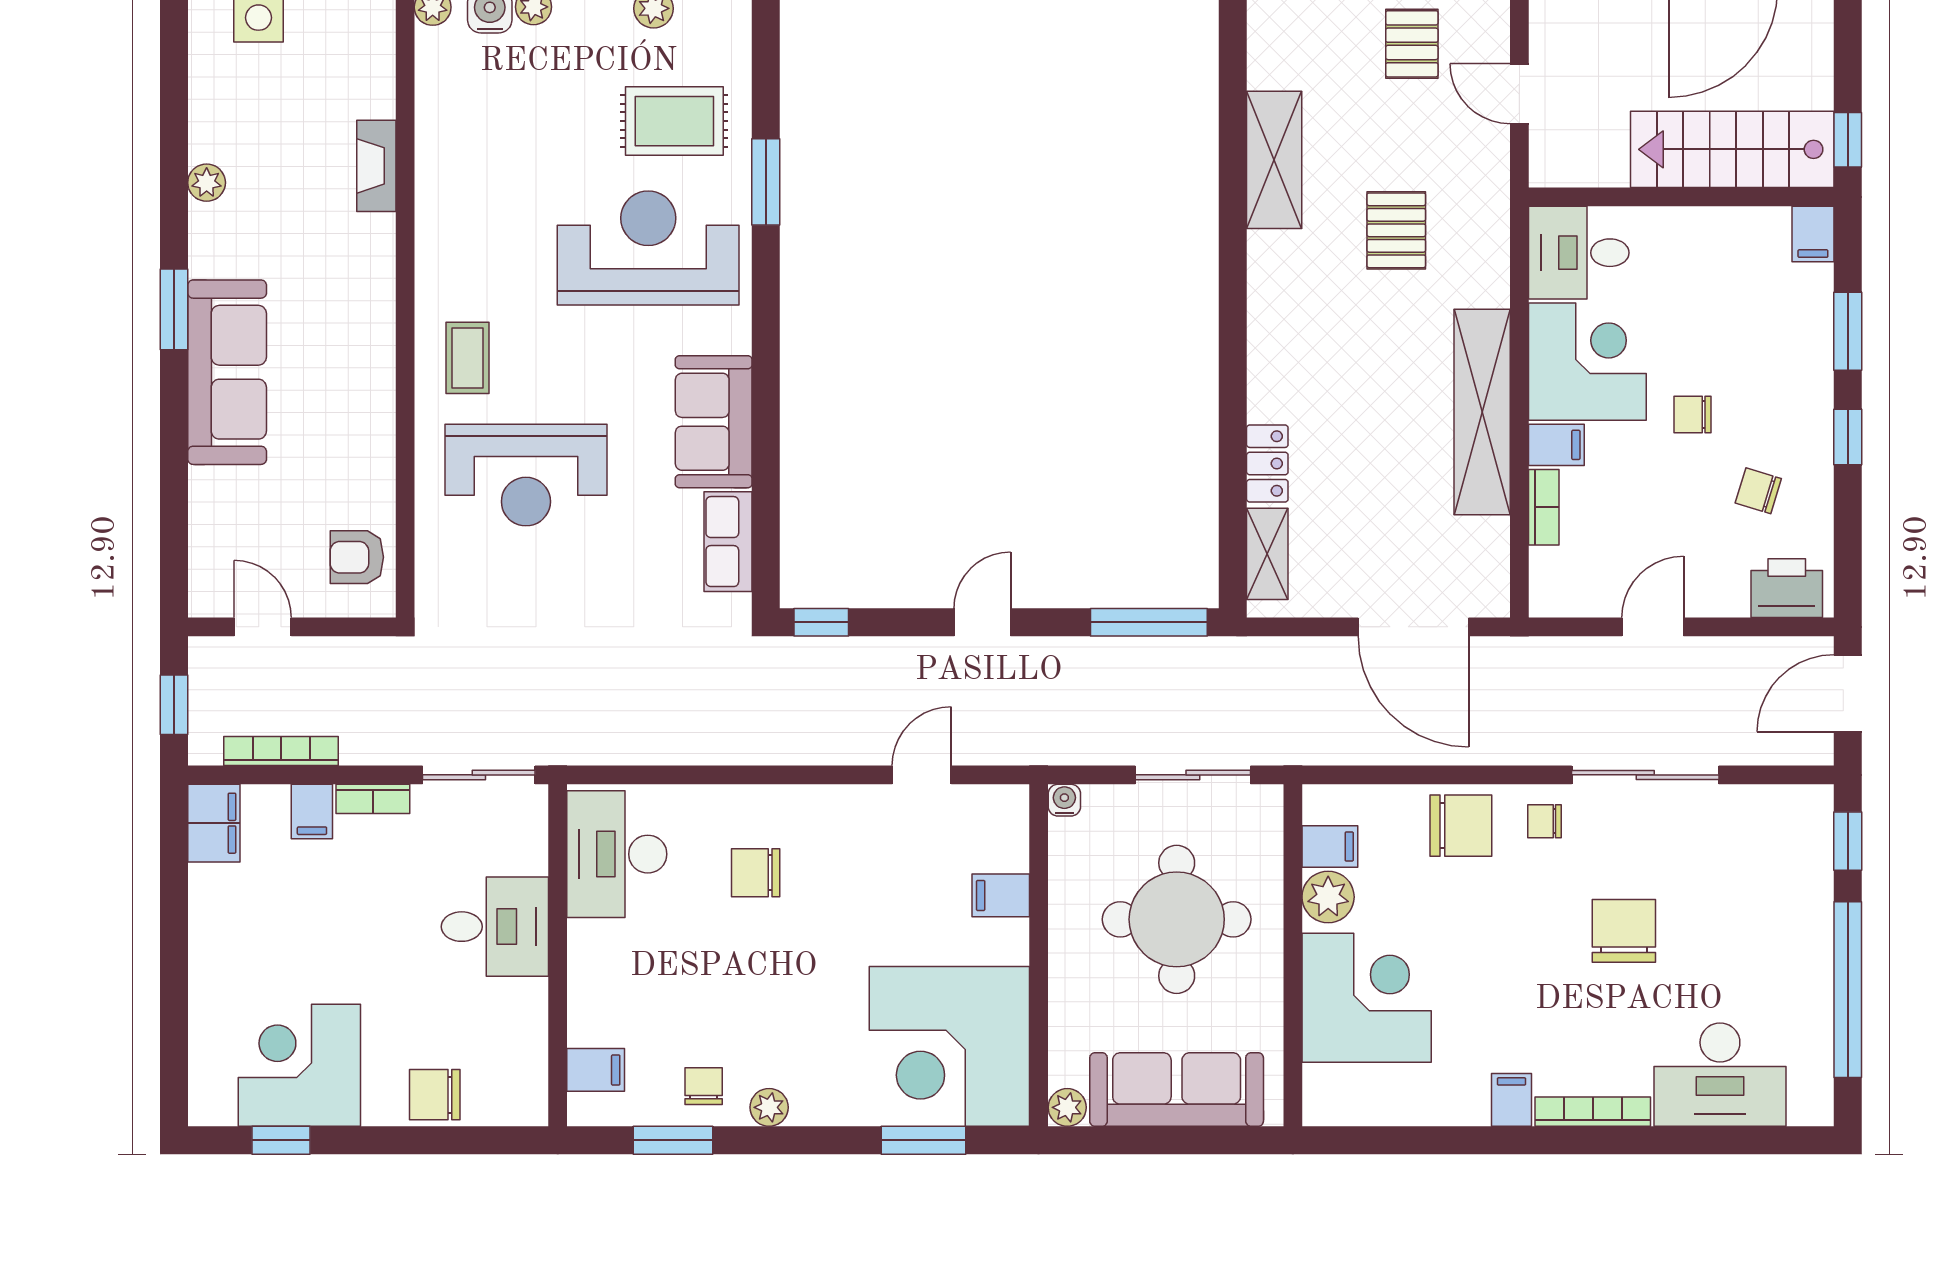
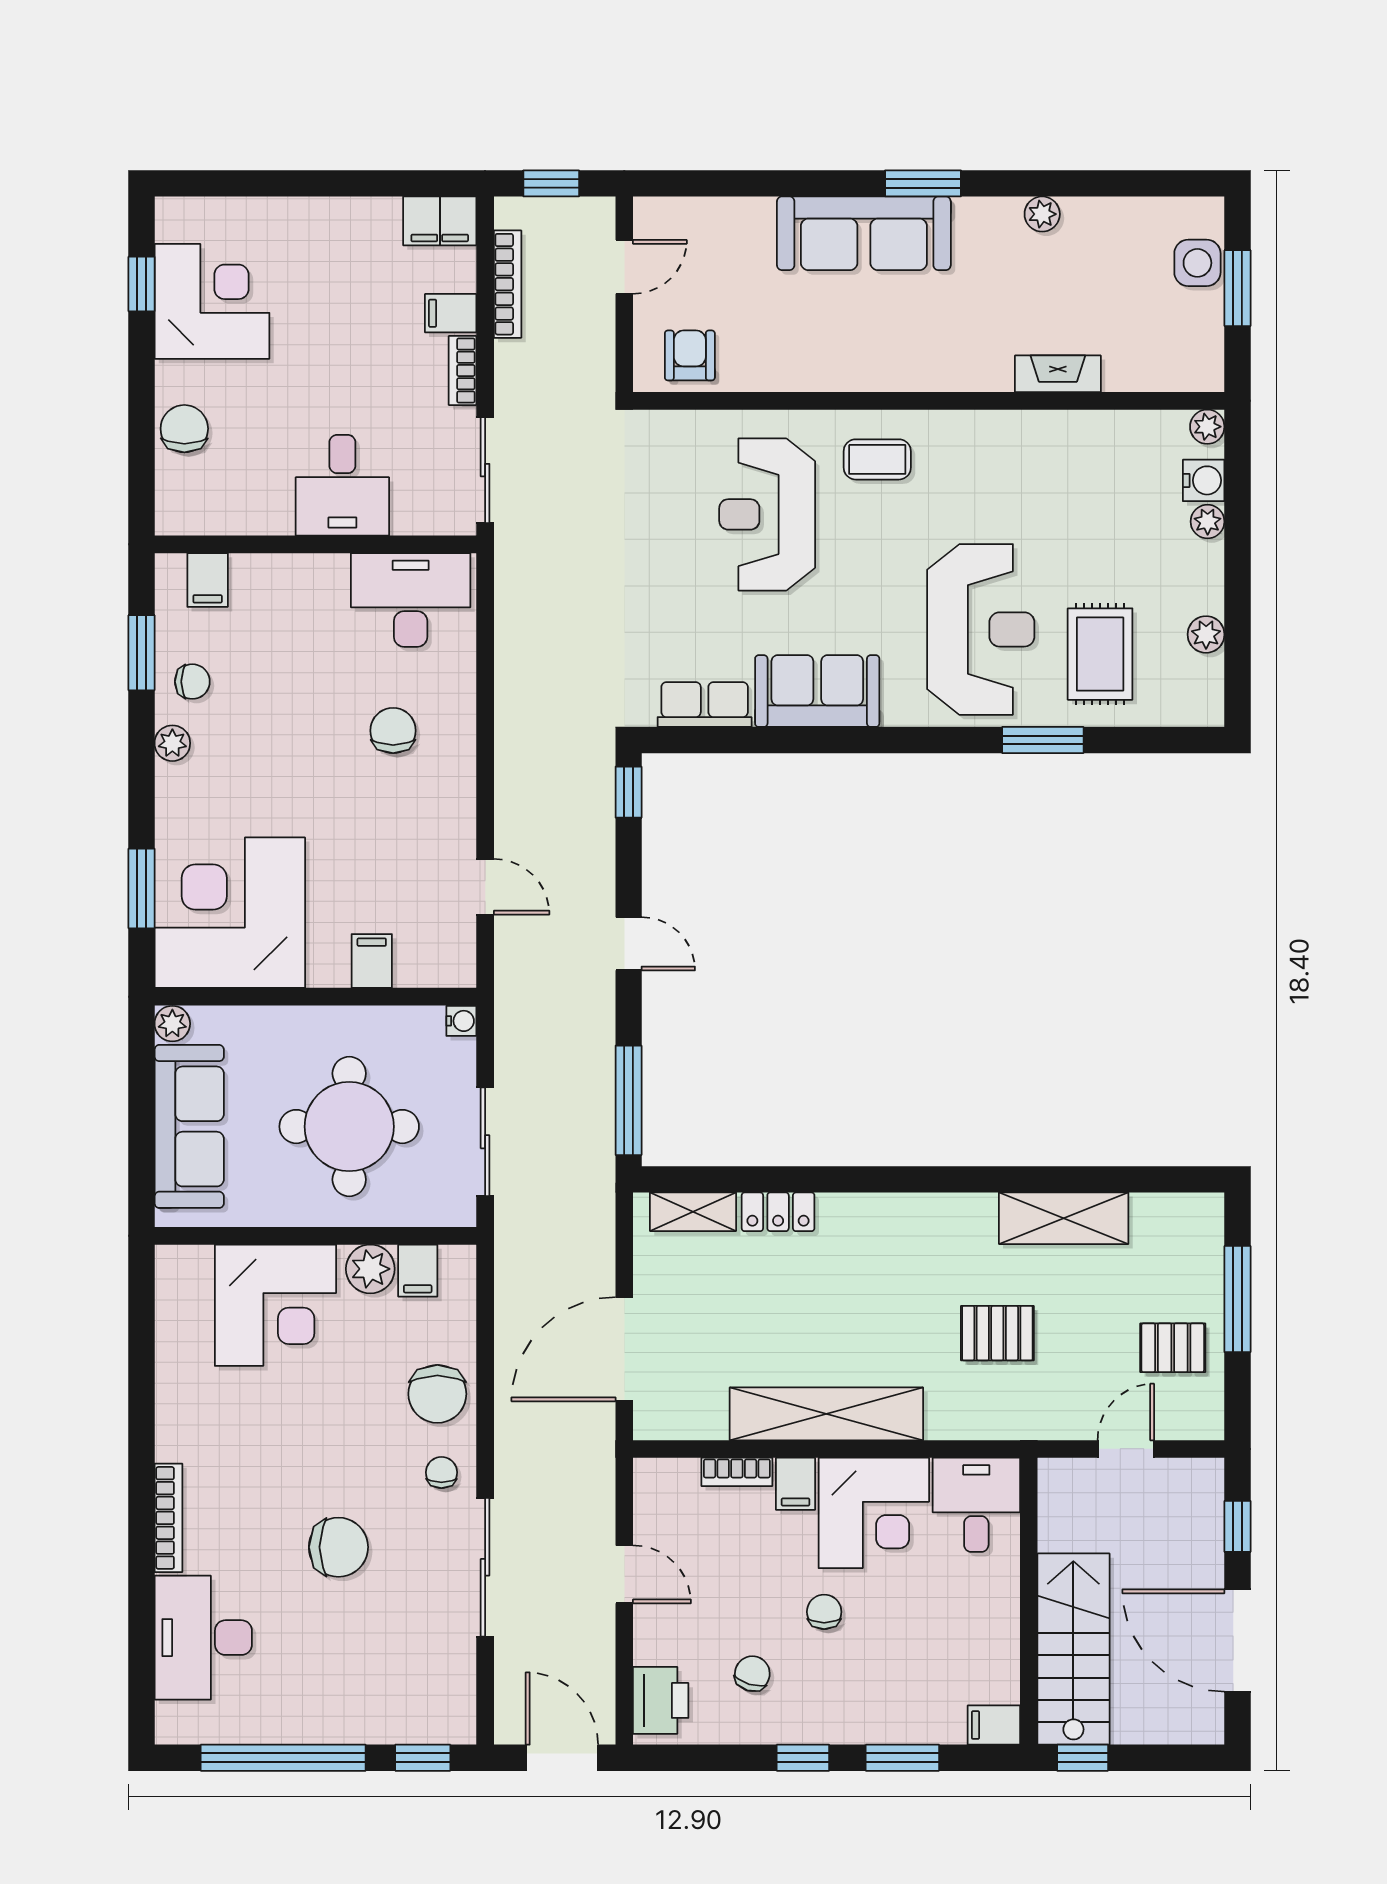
filing cabinet: (1512, 1100) -> (179, 1441), removed

